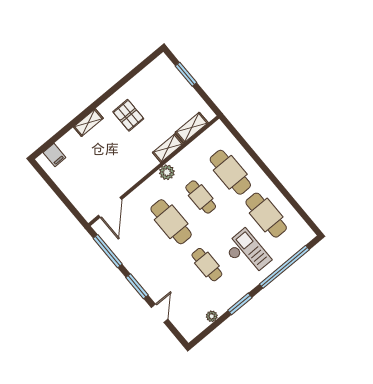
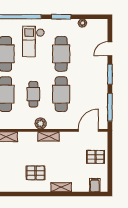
pallet: (128, 115) -> (36, 173), turned 90
shelving: (168, 148) -> (49, 136), moved
pallet: (79, 186) -> (96, 157), added
cafe table: (207, 265) -> (61, 54), width x1.37, depth x1.35

